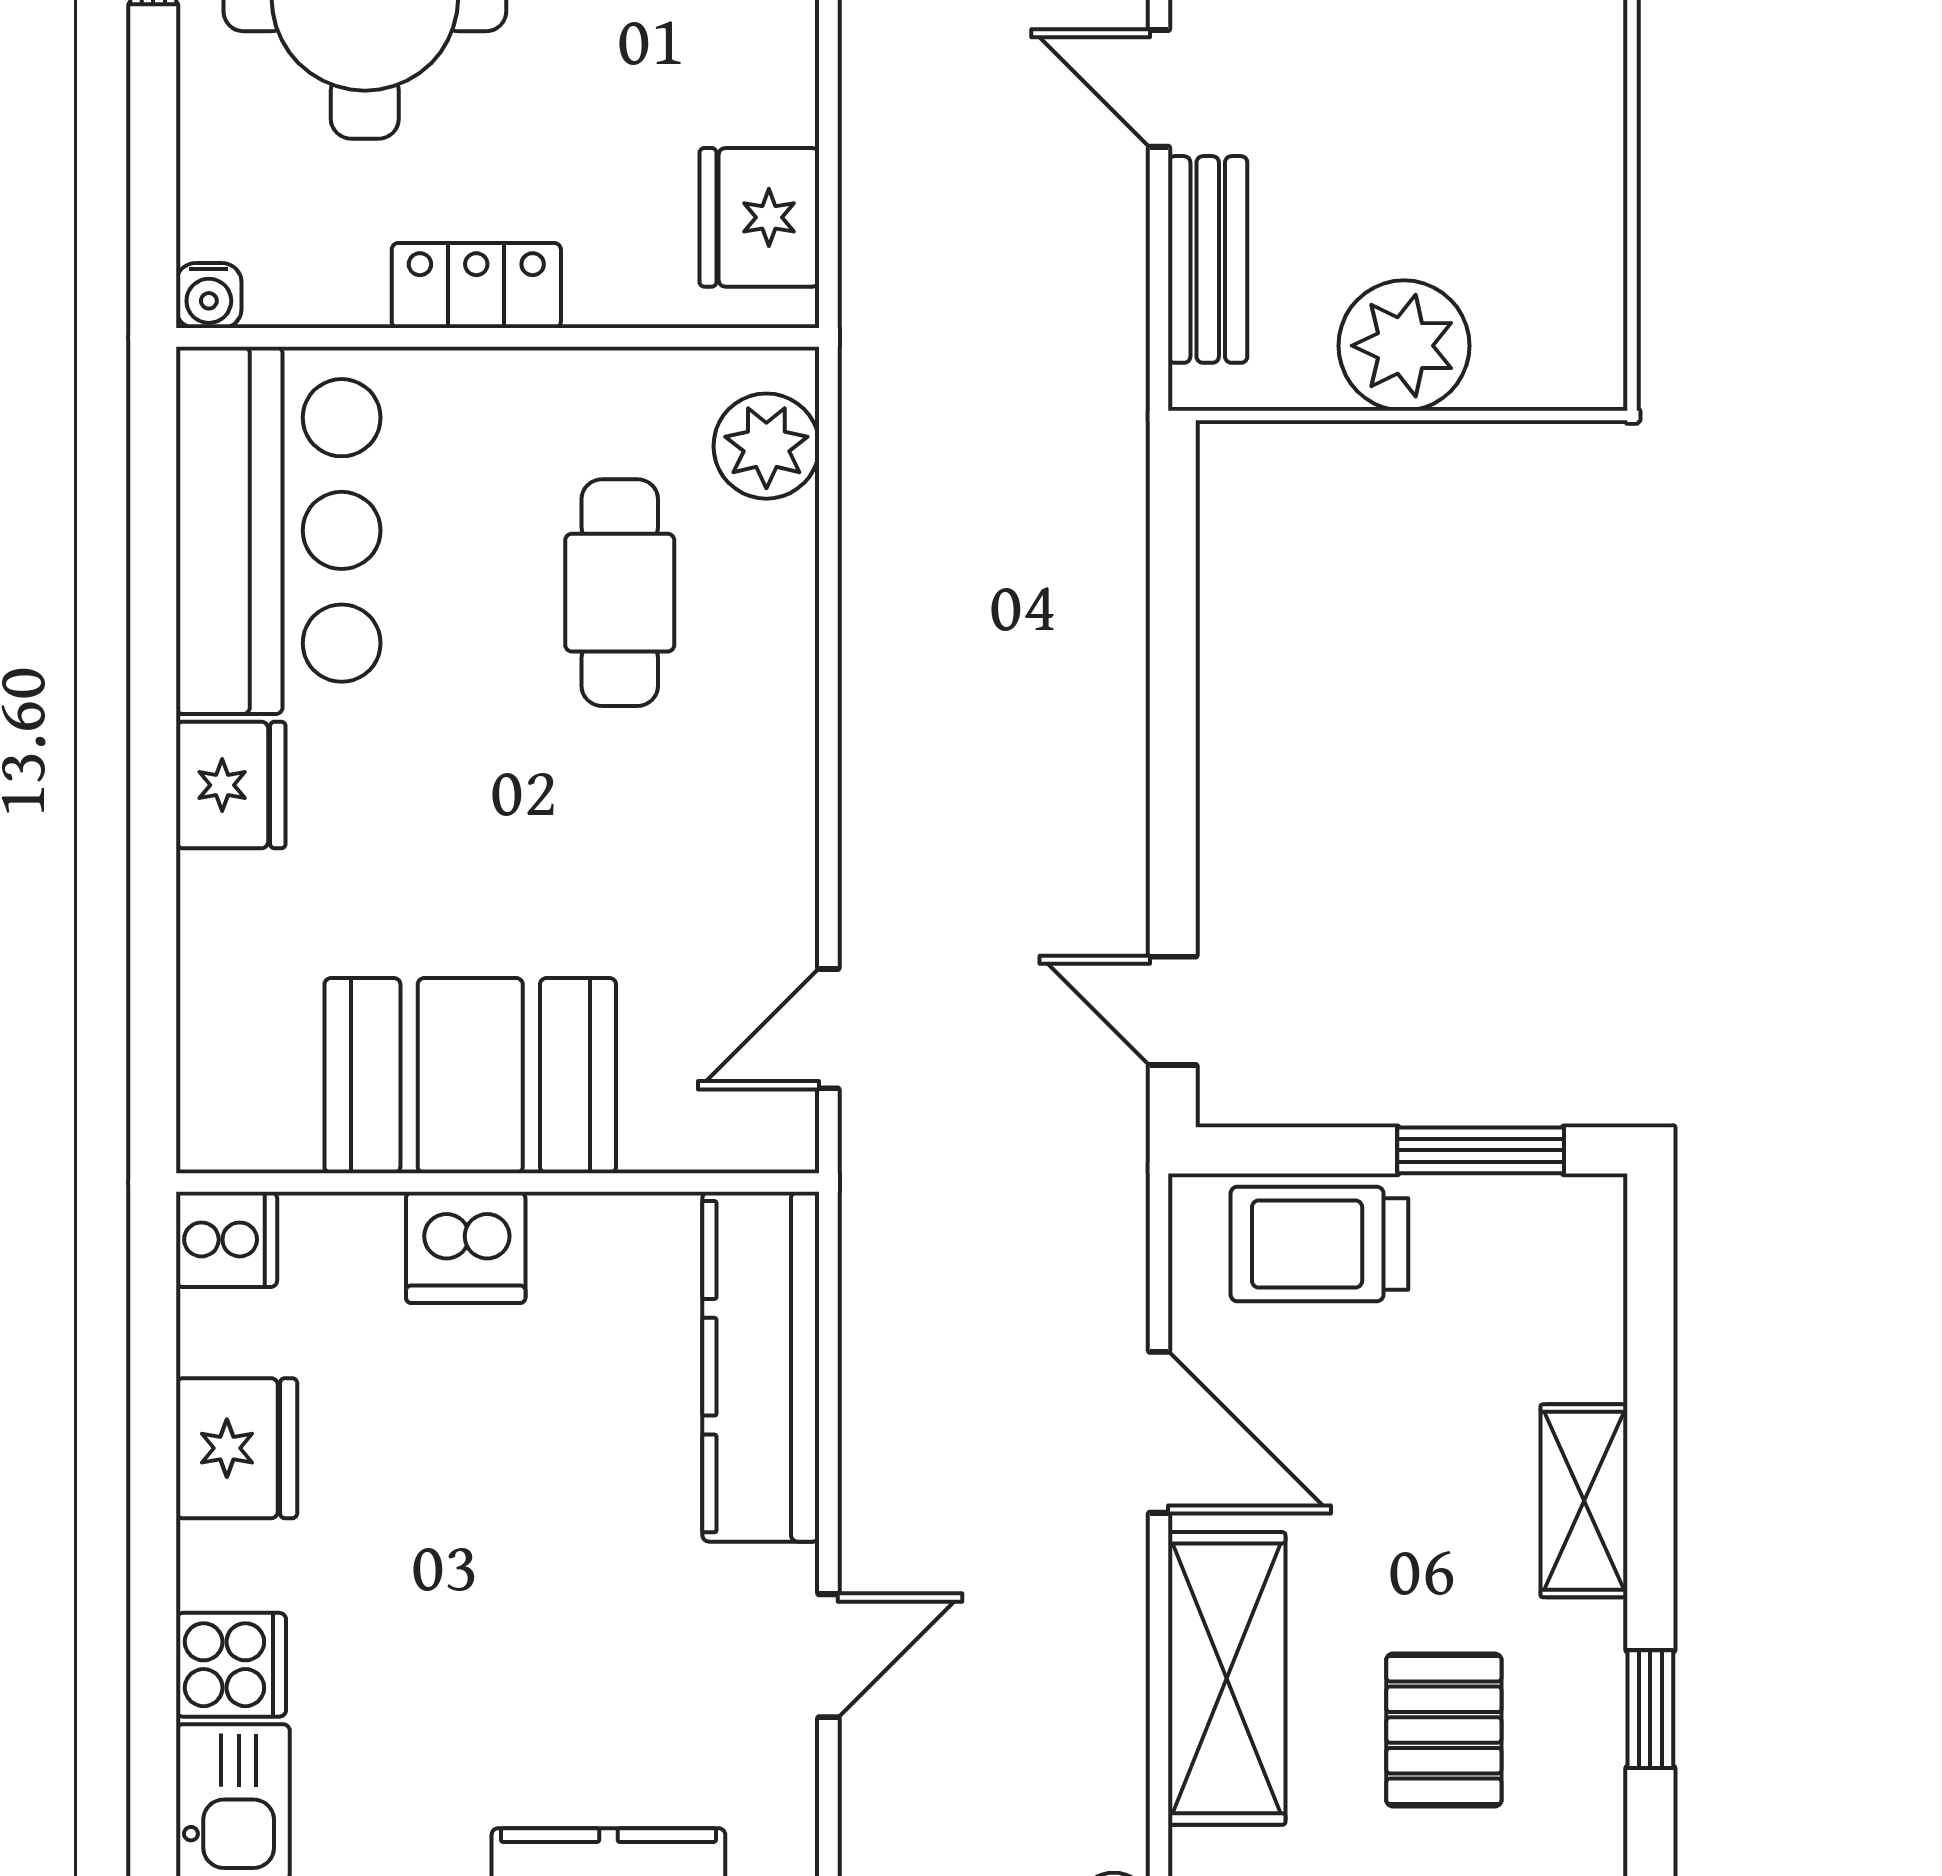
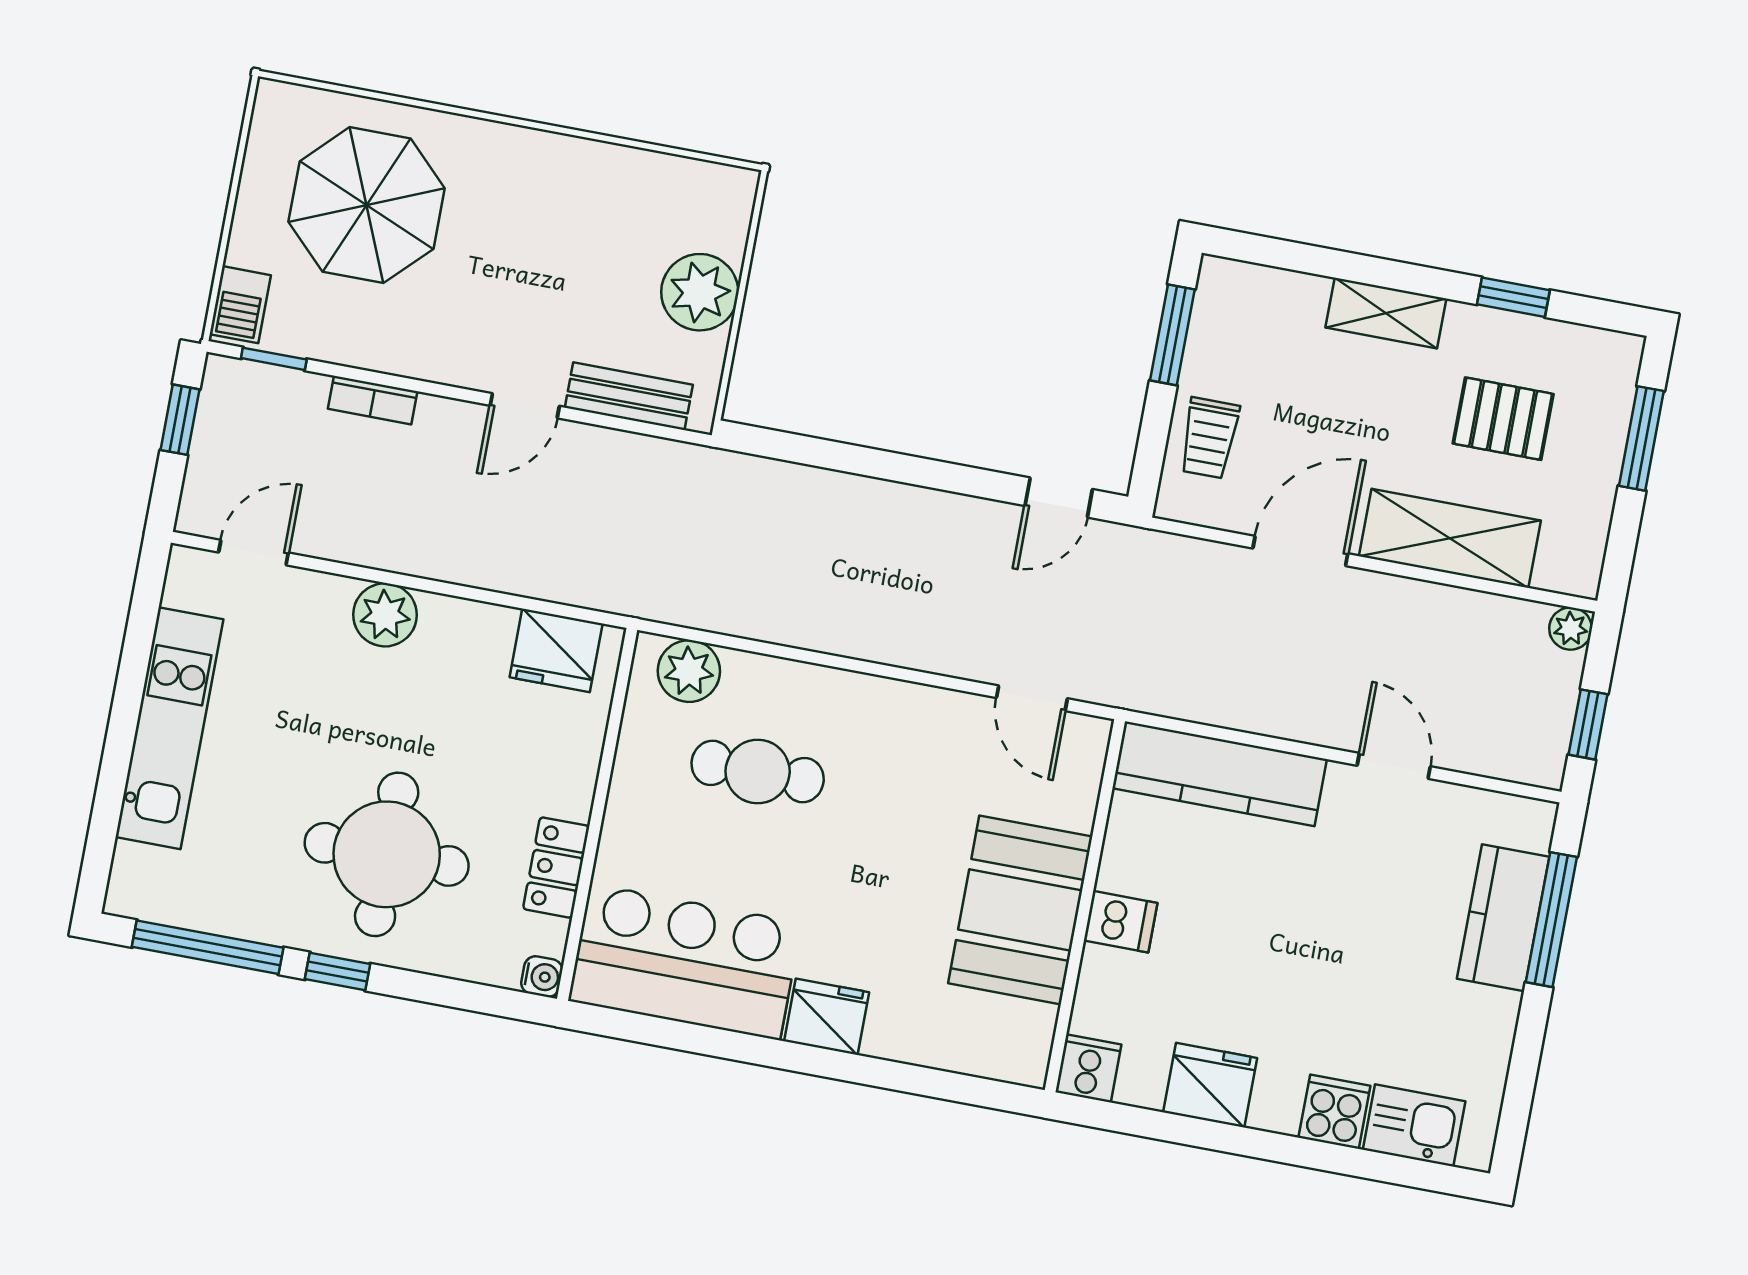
locker: (476, 286) -> (556, 868), moved
trolley: (1319, 1244) -> (1209, 438), width x0.73, depth x0.72
dishwasher: (466, 1247) -> (1121, 922), width x0.73

